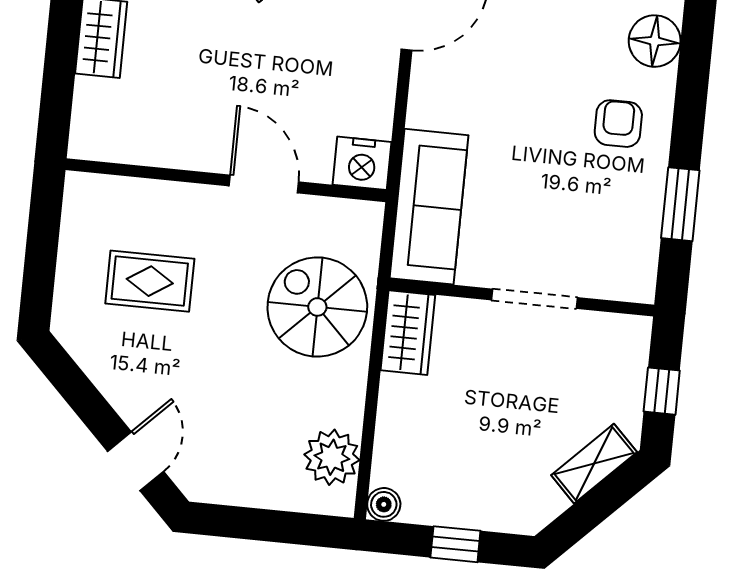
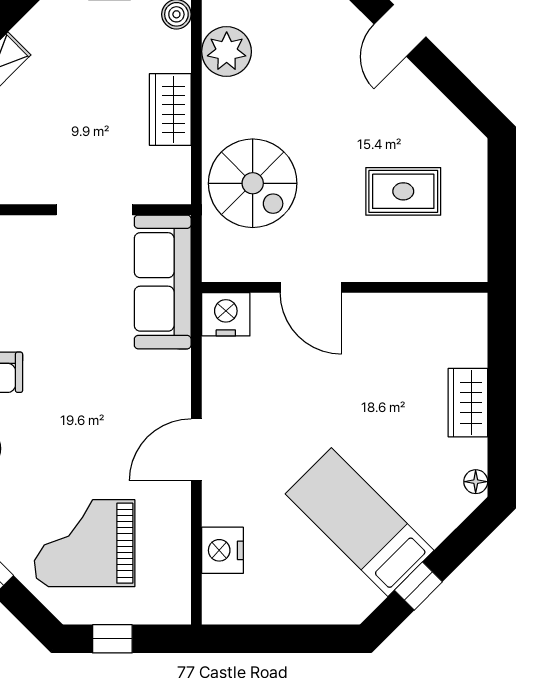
doorway: (534, 299) -> (94, 210), moved
wardrobe: (408, 333) -> (170, 109), moved

